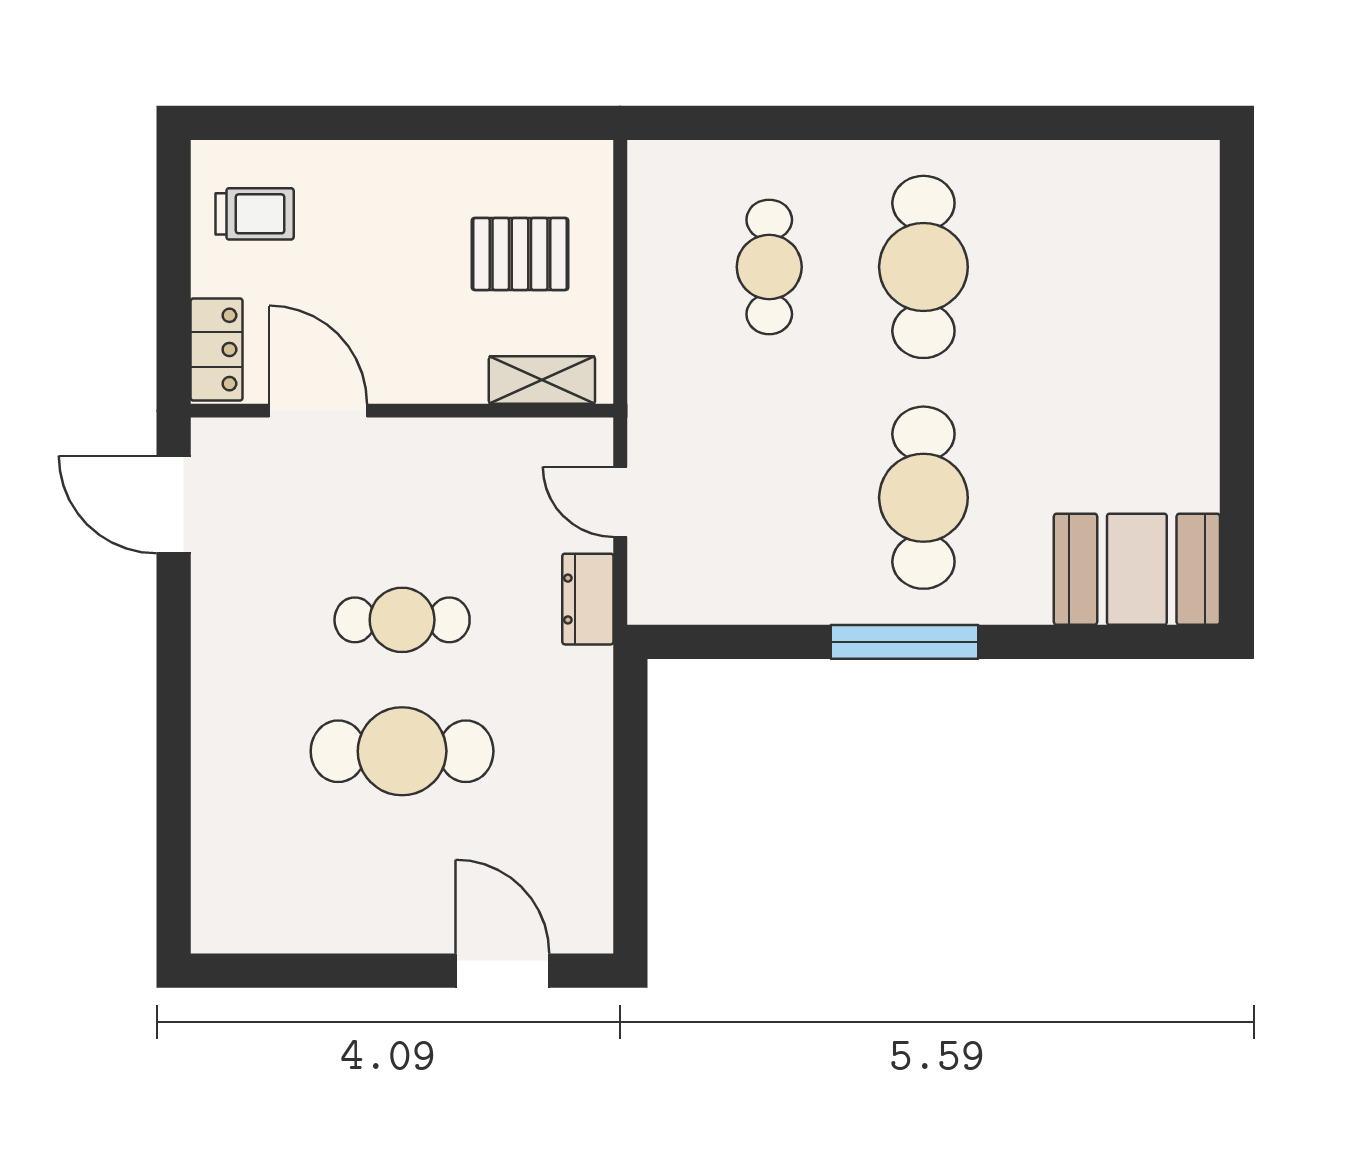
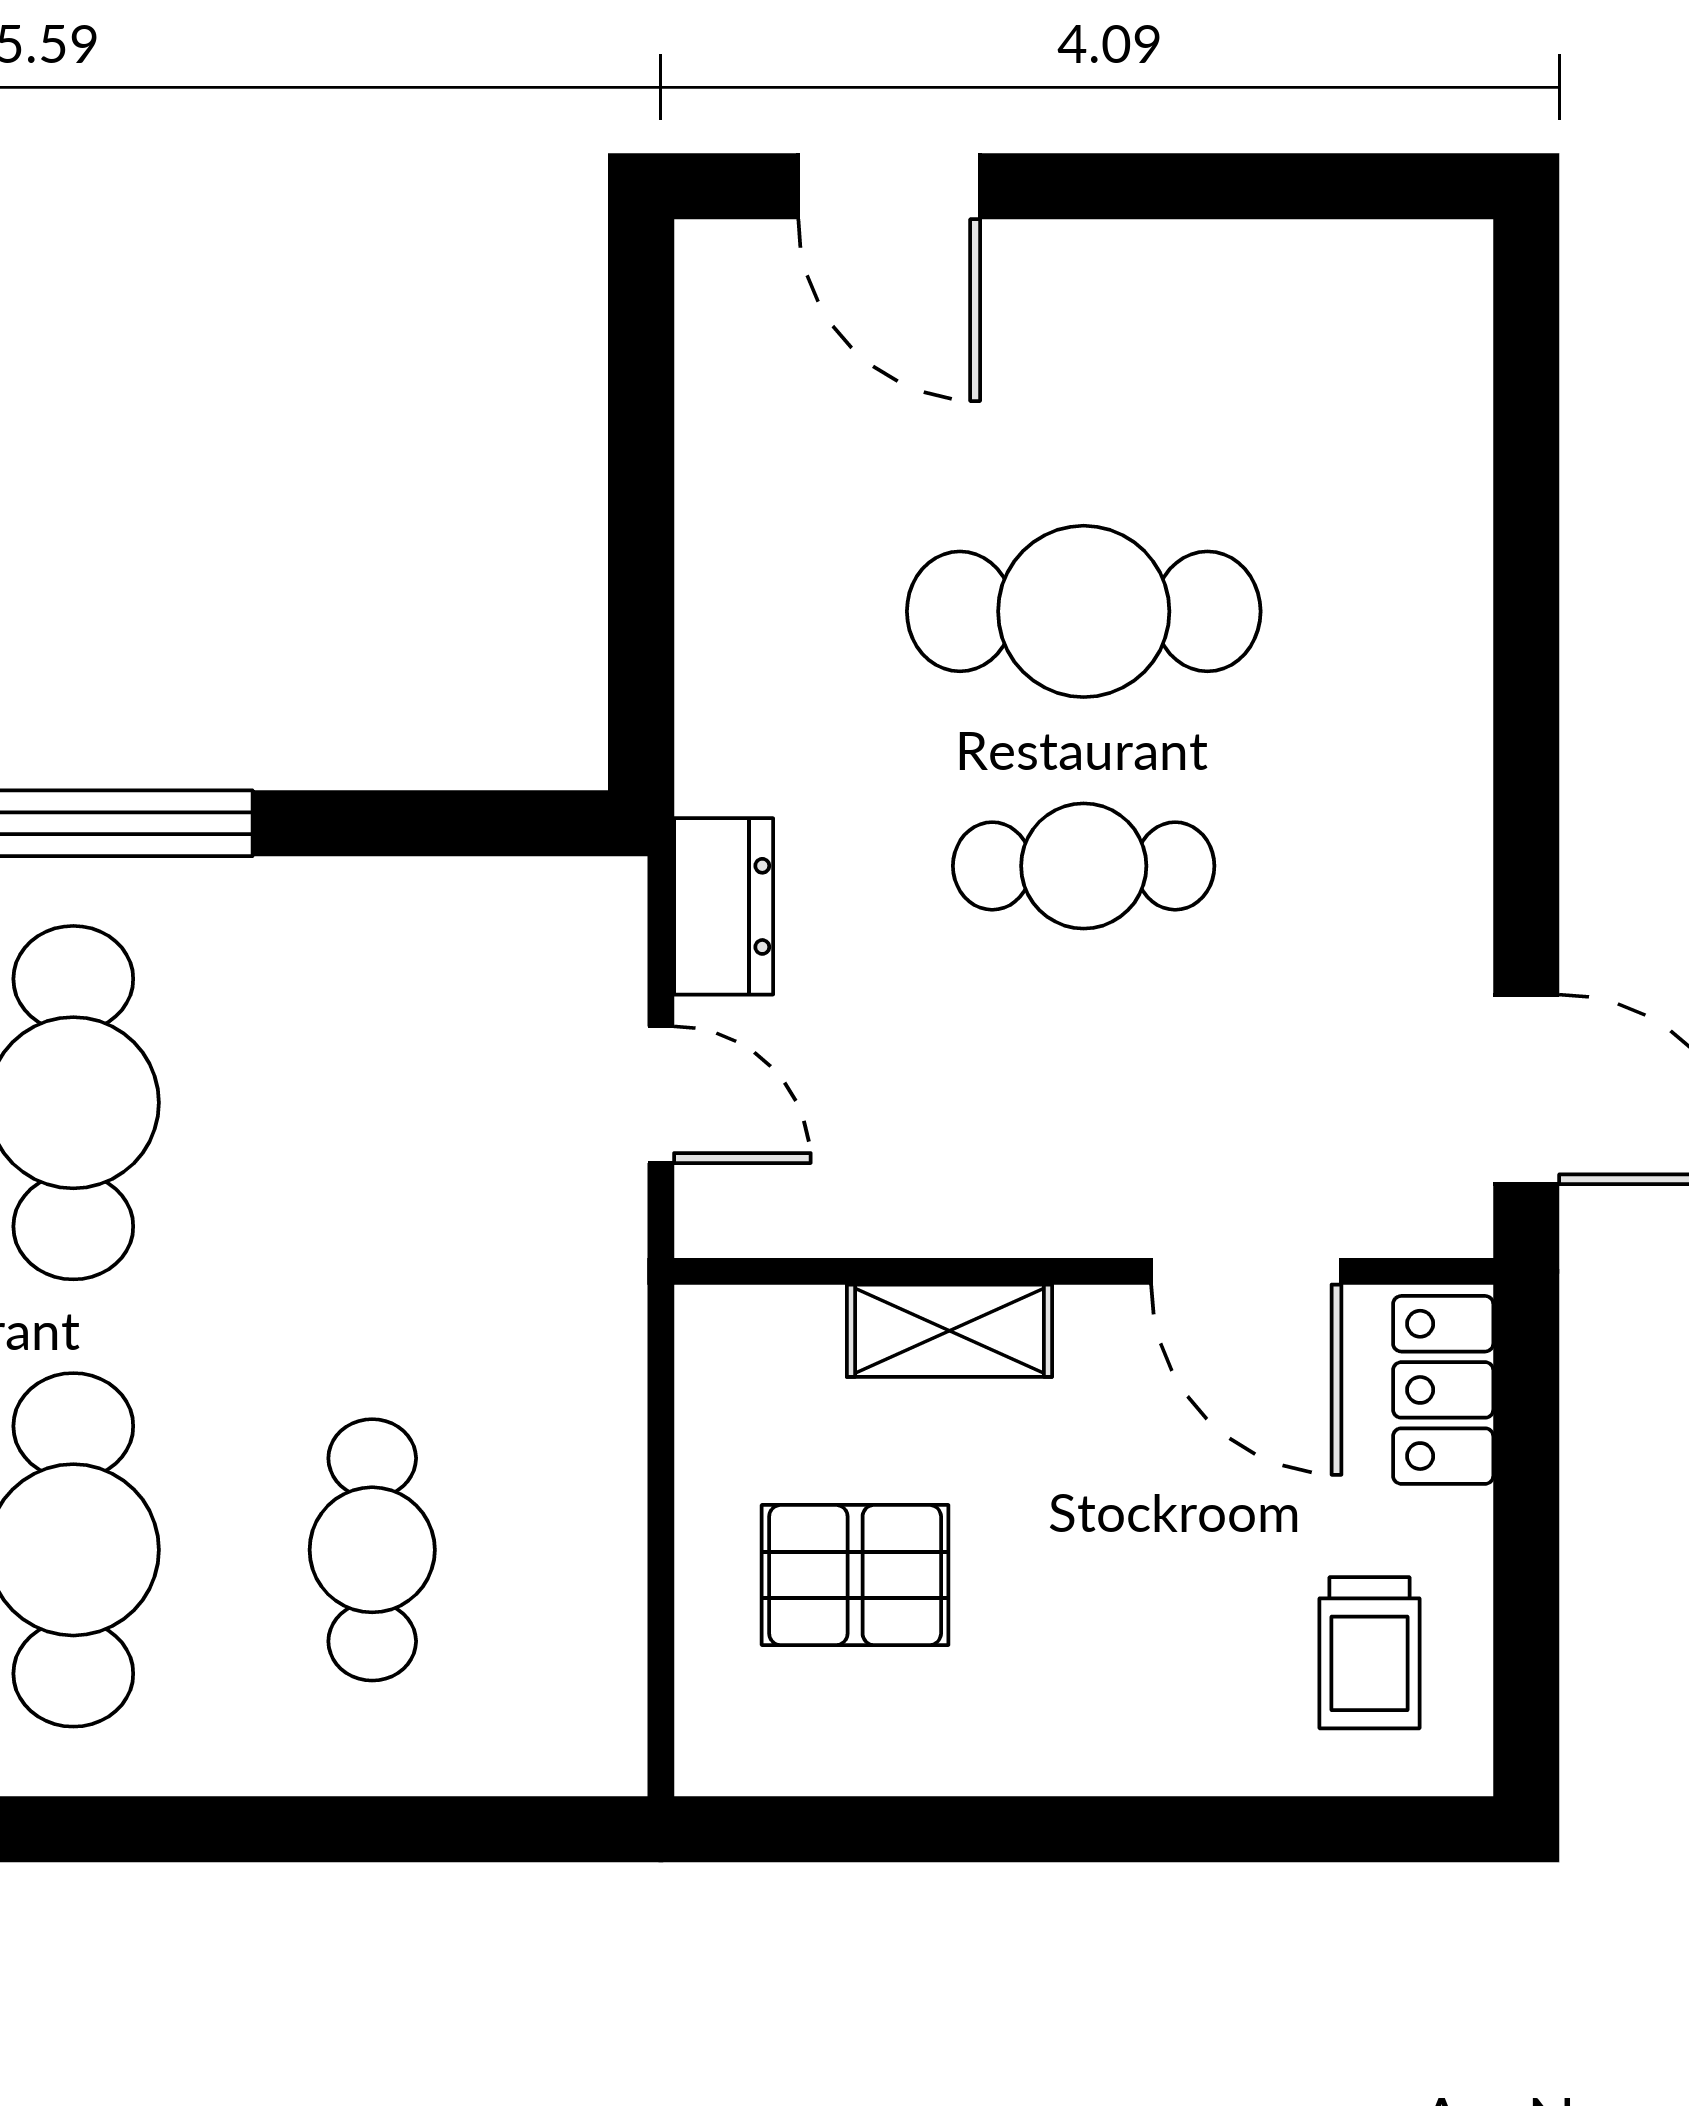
trolley: (255, 214) -> (1369, 1653), turned -90
shelving: (542, 380) -> (949, 1331), moved

